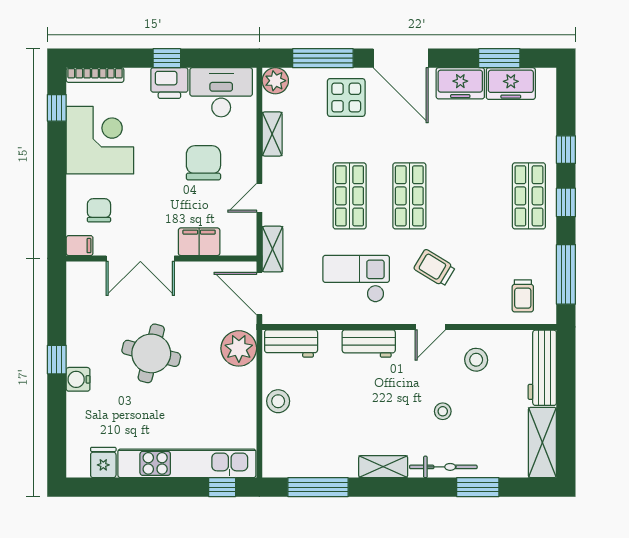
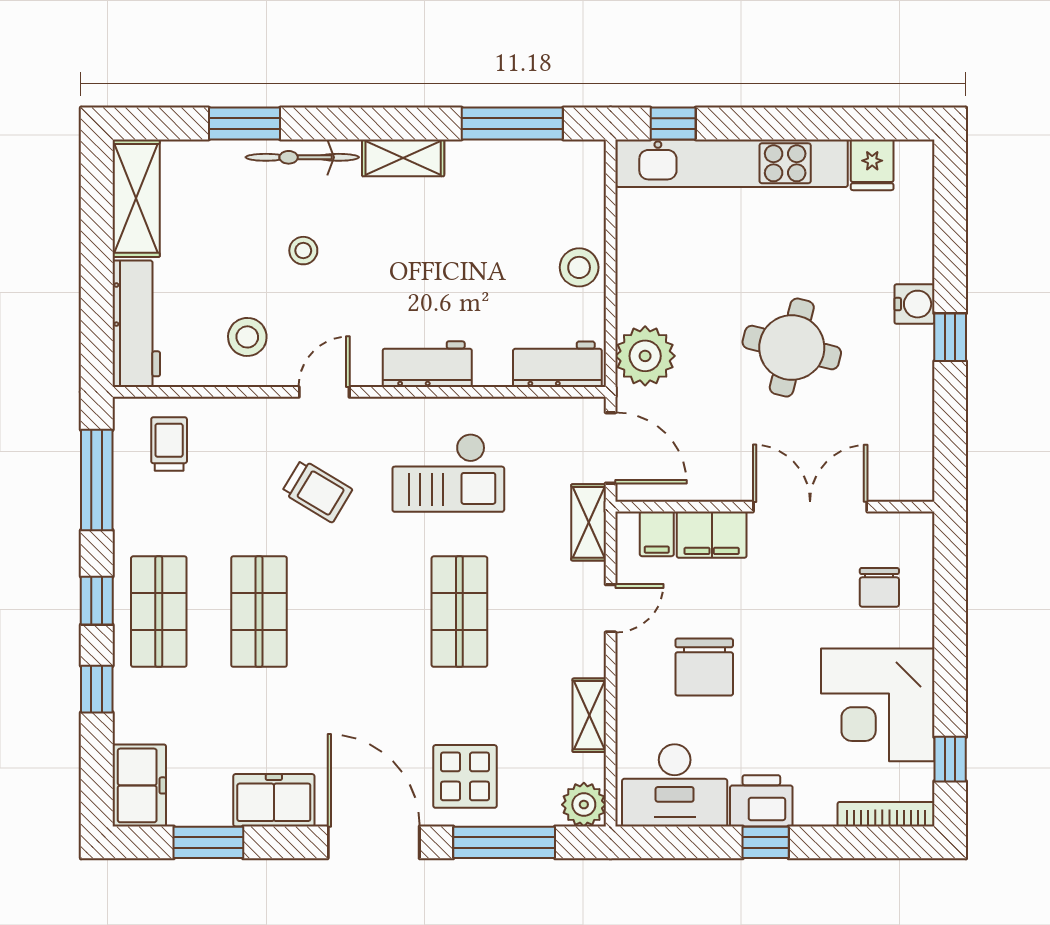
freezer: (511, 84) -> (139, 785), moved, turned 90
shop shelf: (409, 196) -> (259, 612), moved
filing cabinet: (80, 246) -> (657, 534), moved, turned -90

